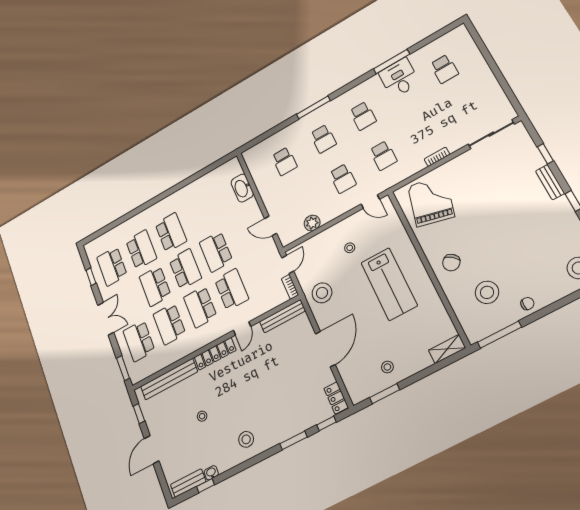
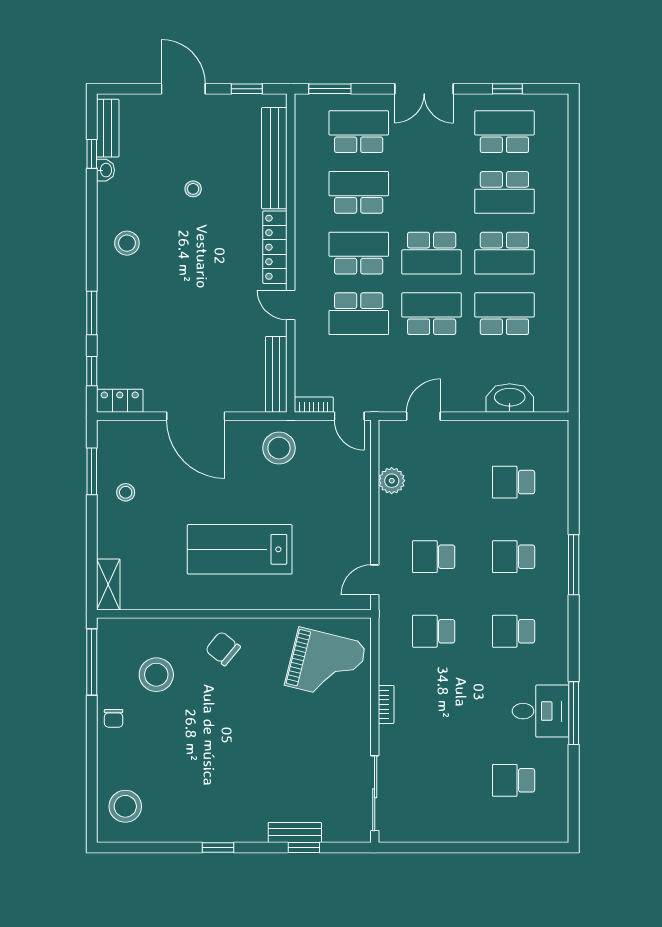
bench: (550, 182) -> (295, 832), moved
stool: (350, 248) -> (323, 518), removed
school desk: (155, 286) -> (504, 314), moved

